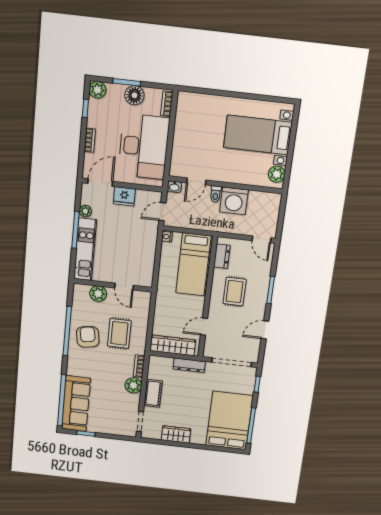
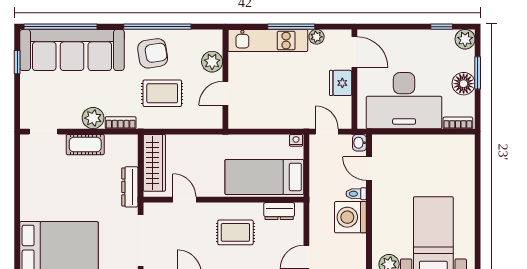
bookcase: (90, 140) -> (404, 35), removed
sofa: (76, 404) -> (72, 50), width x1.36, depth x1.27
wardrobe: (176, 434) -> (31, 181), removed

